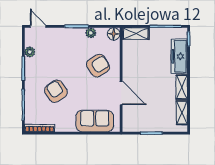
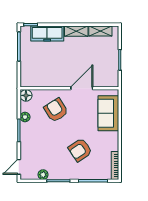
shelving: (136, 34) -> (26, 75), removed

